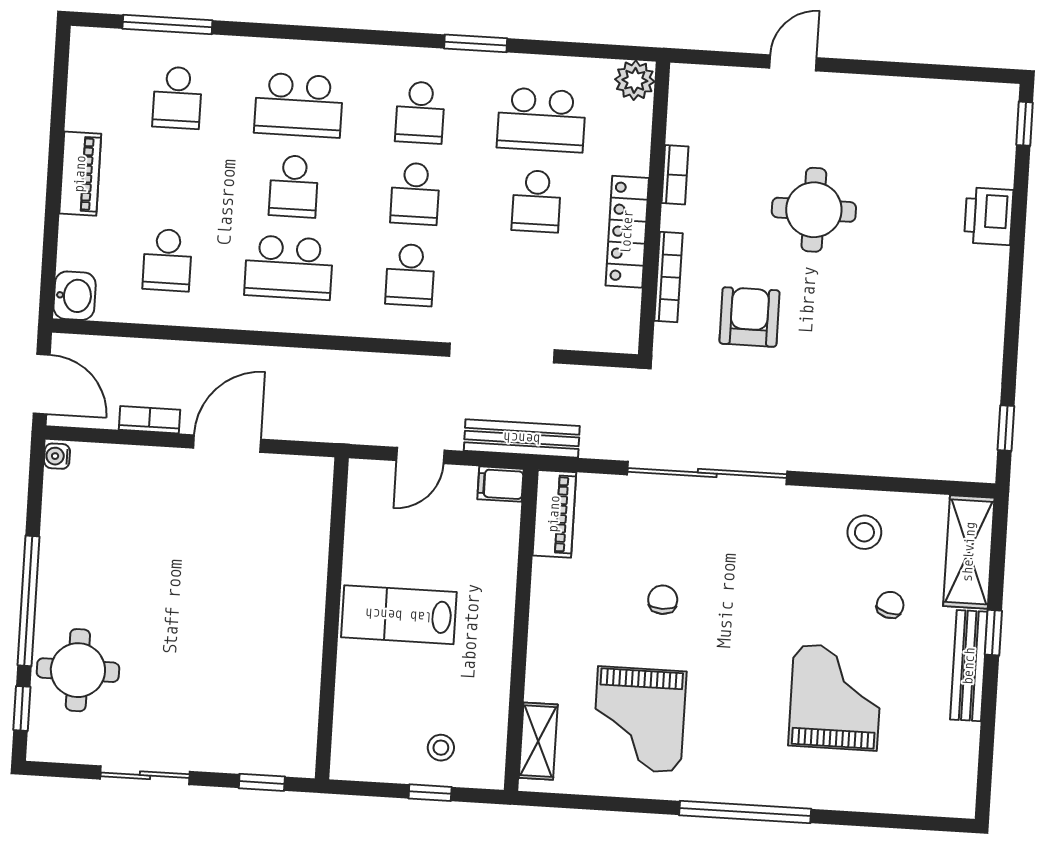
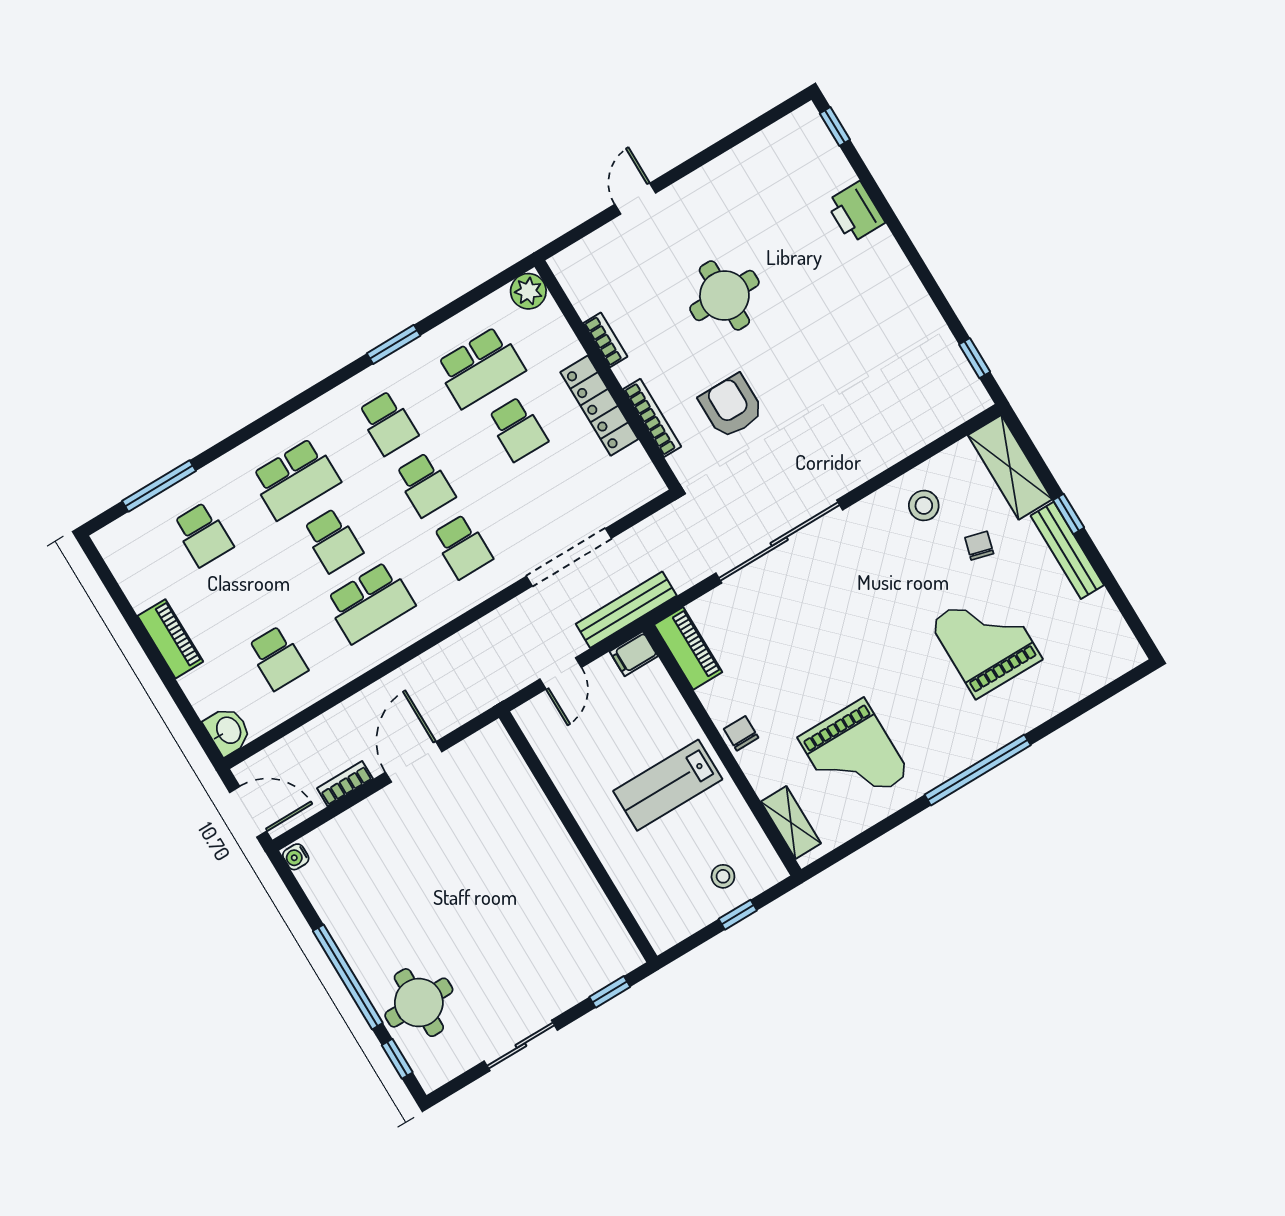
chair: (663, 600) -> (741, 733), moved
lab bench: (399, 615) -> (668, 785), moved

